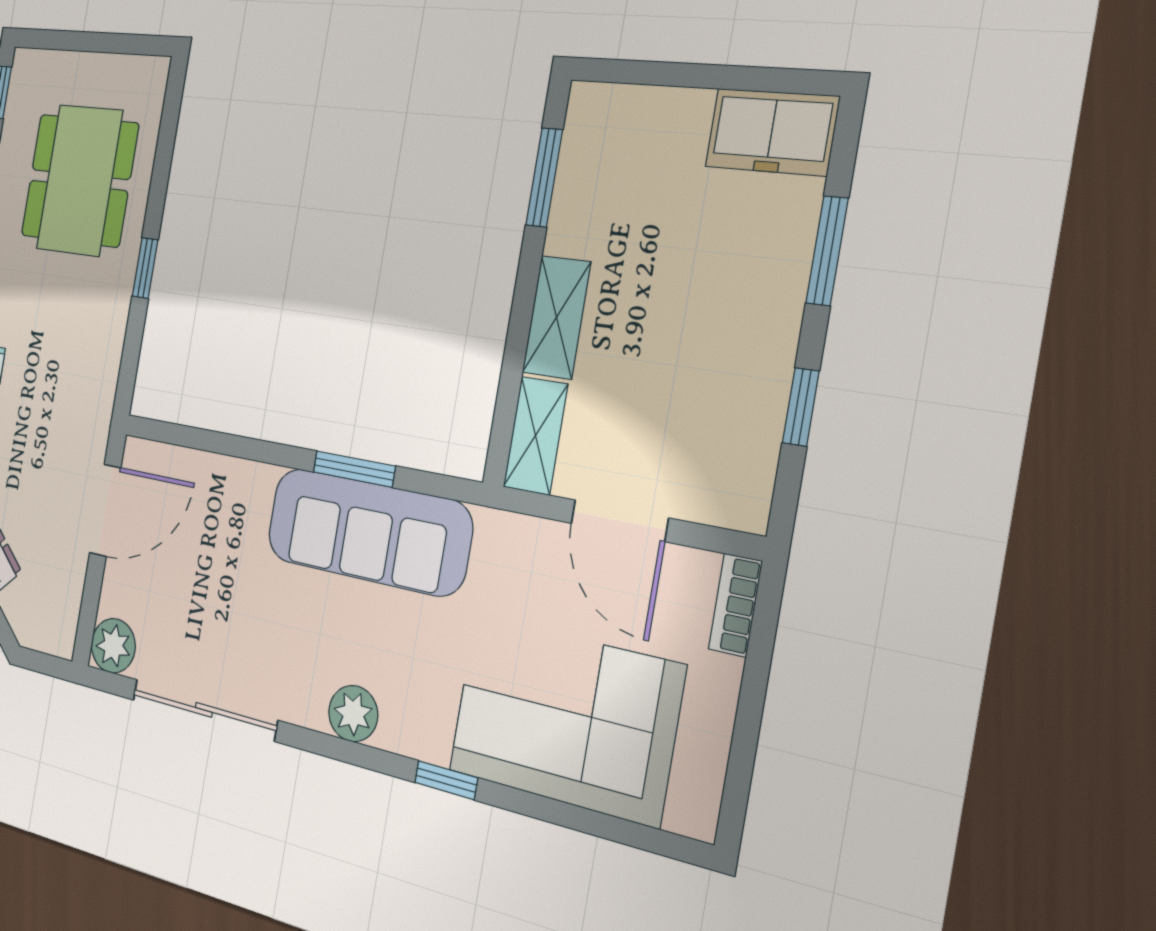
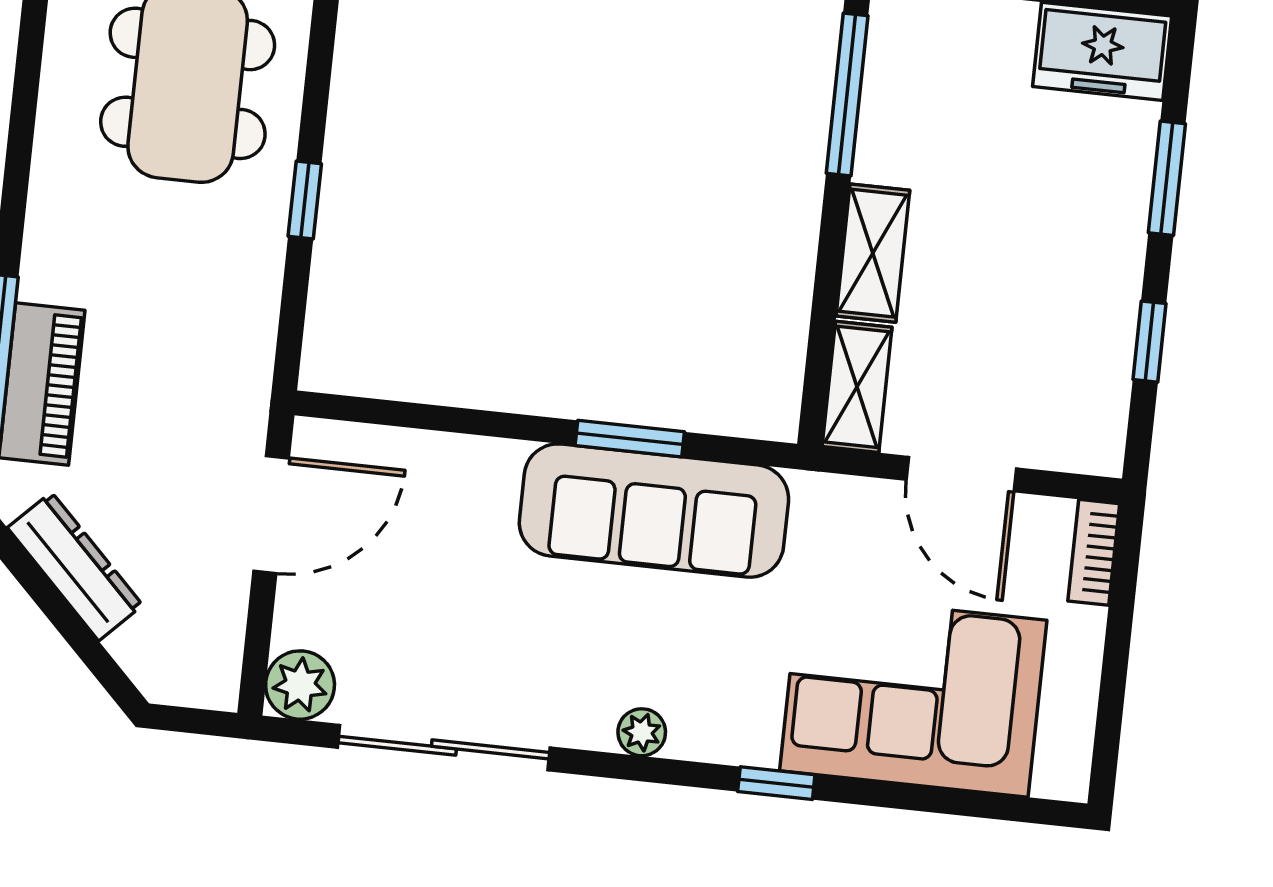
window: (544, 177) -> (847, 94), width x1.44
plant: (353, 714) -> (642, 732), width x0.73, depth x0.73

